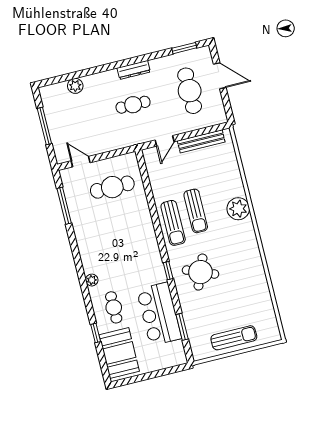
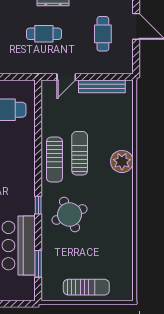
cafe table: (190, 91) -> (103, 34), width x0.73, depth x0.74
sun lounger: (196, 211) -> (80, 153), turned 180
round table: (200, 272) -> (70, 214), turned 45

